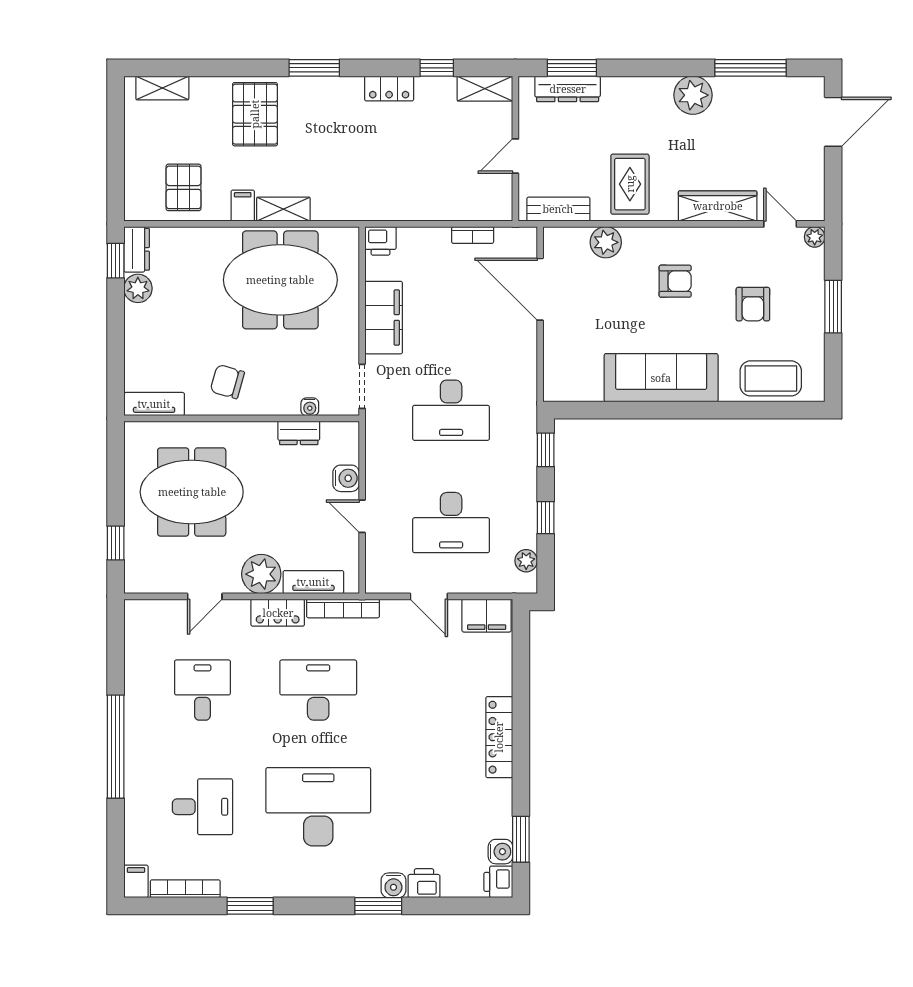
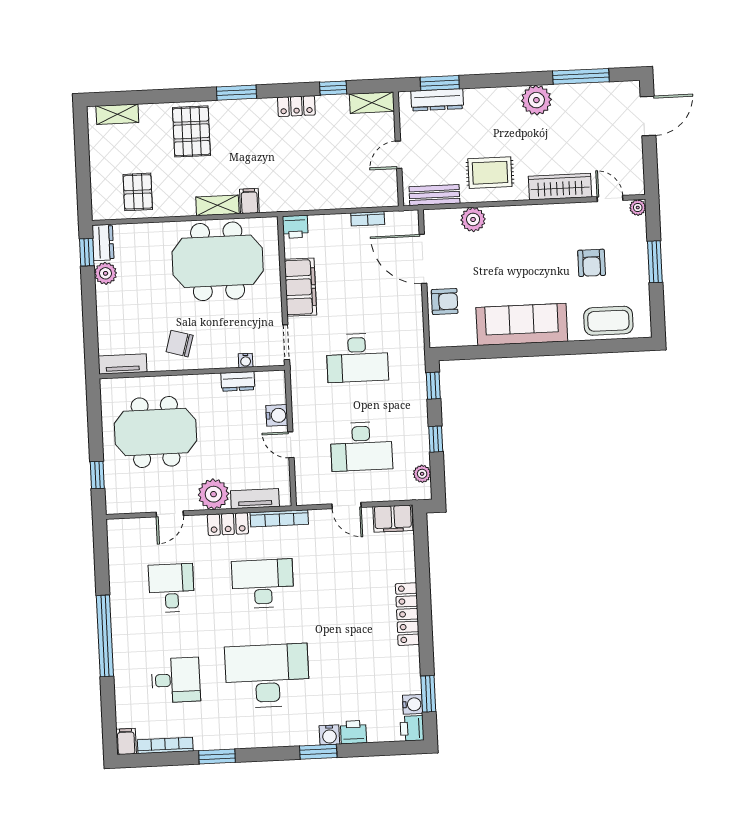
rug: (630, 184) -> (490, 173), turned 90
filing cabinet: (243, 206) -> (249, 201), moved
armchair: (675, 281) -> (445, 301), moved

